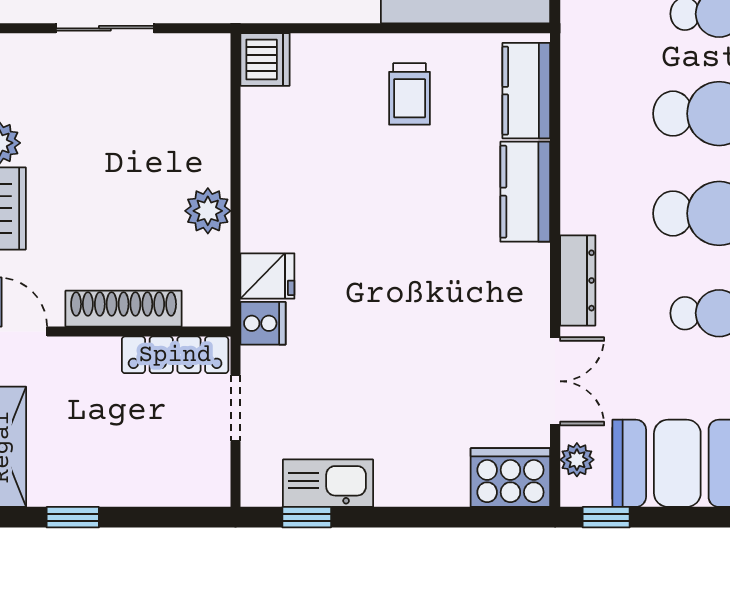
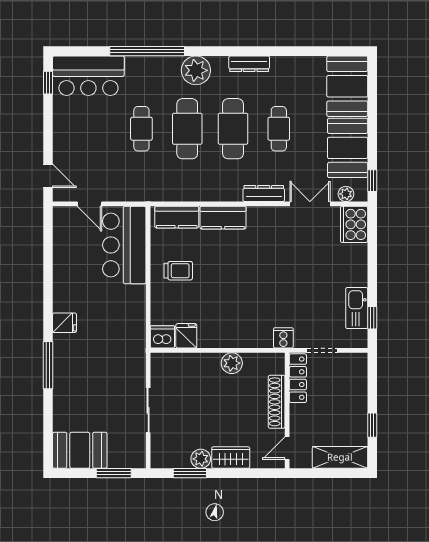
fridge: (267, 276) -> (186, 336), moved

